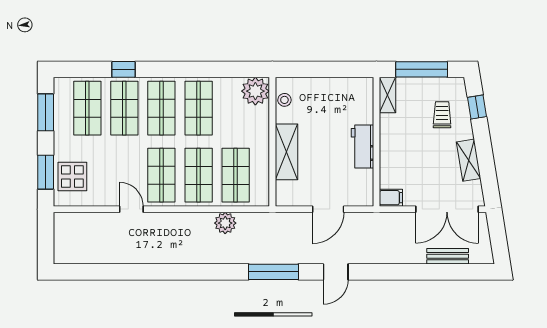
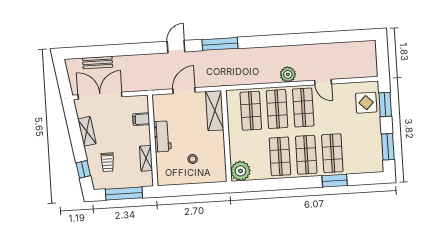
window: (123, 69) -> (335, 181), width x1.50
shelving: (388, 95) -> (146, 158), moved
stool: (284, 100) -> (193, 159), moved
shop shelf: (87, 108) -> (359, 152), removed
shelving: (286, 152) -> (215, 111), moved
filing cabinet: (391, 198) -> (141, 119), moved
plant: (225, 223) -> (288, 74), moved

